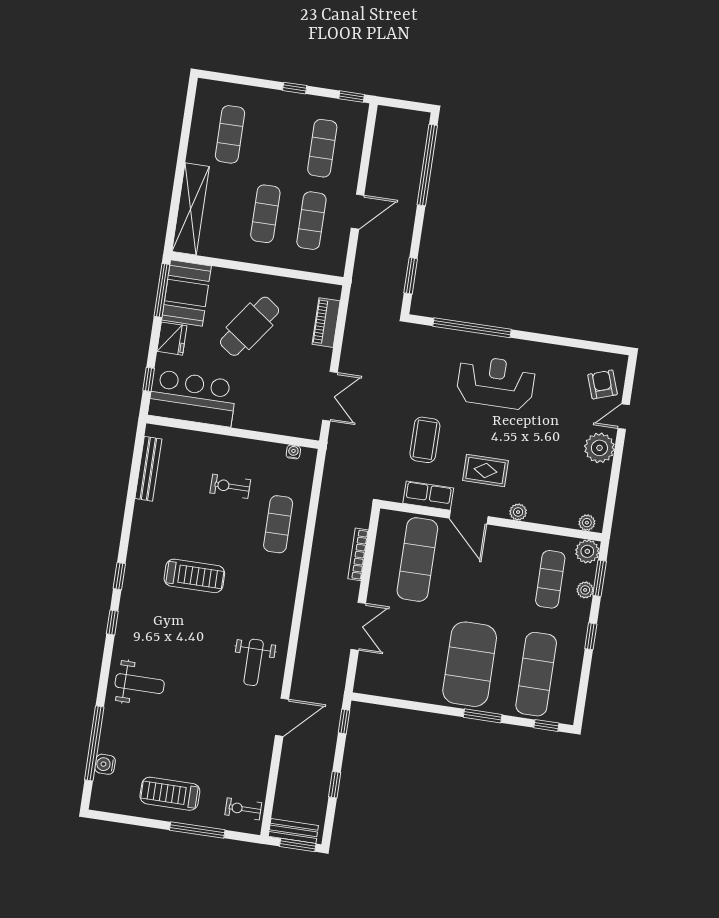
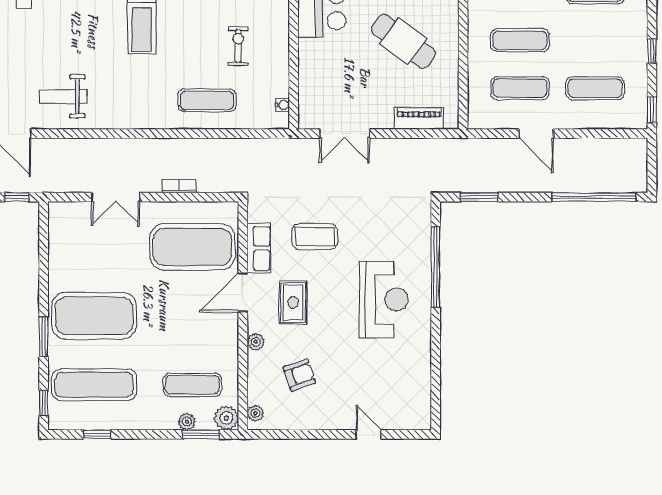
armchair: (603, 384) -> (299, 375), moved
plant: (599, 448) -> (333, 415), removed
bookcase: (358, 554) -> (179, 186), width x0.64
exercise mat: (417, 560) -> (192, 247), width x1.47
window: (591, 636) -> (97, 434), moved

